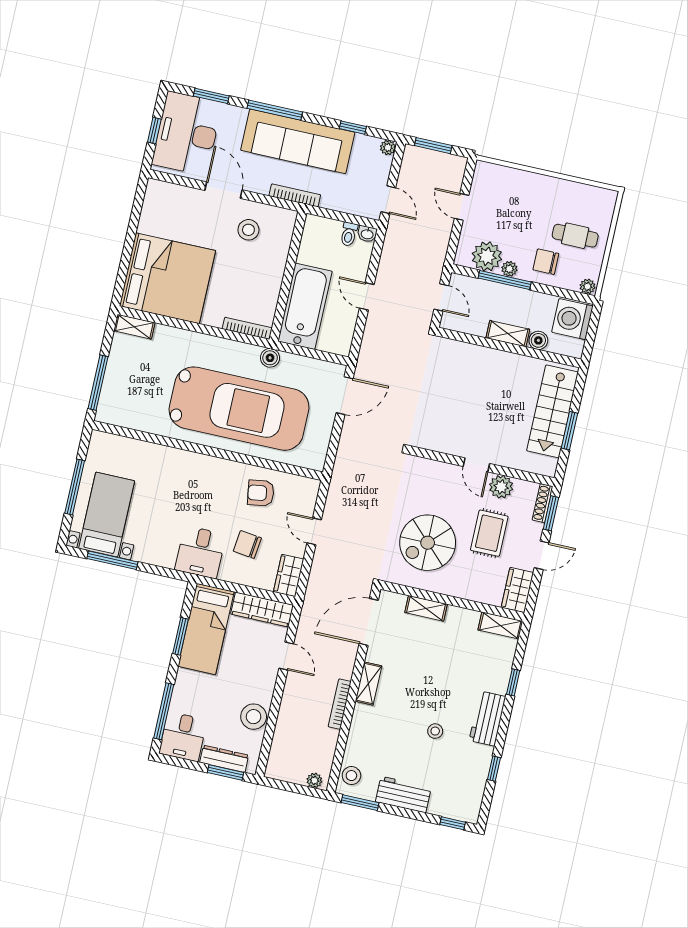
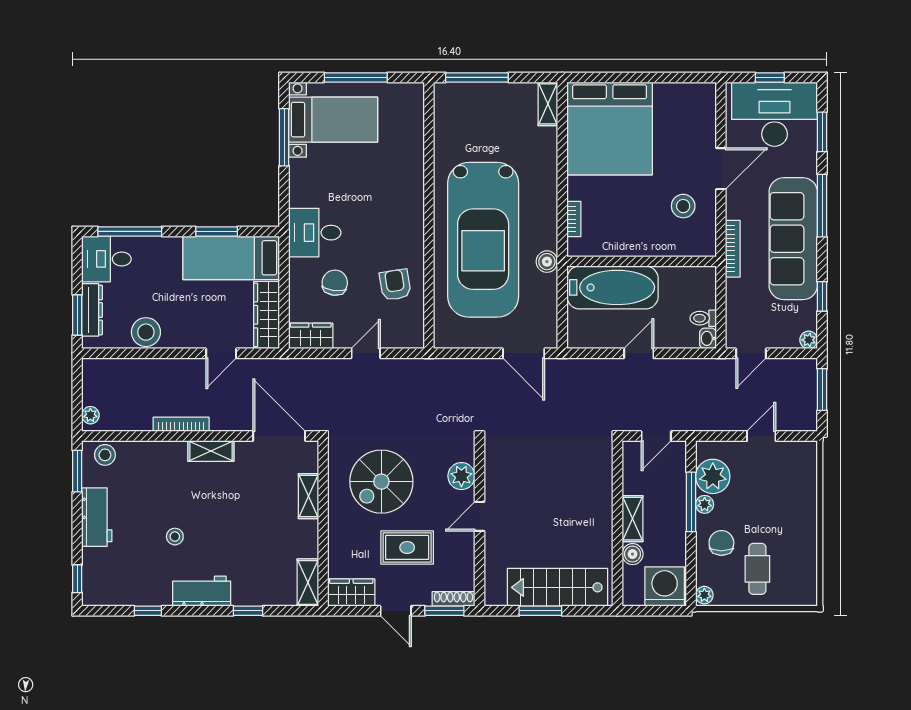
bookcase: (247, 328) -> (574, 219), width x0.64
plant: (501, 487) -> (461, 476), moved
spiral stairs: (428, 543) -> (381, 482), turned -90

